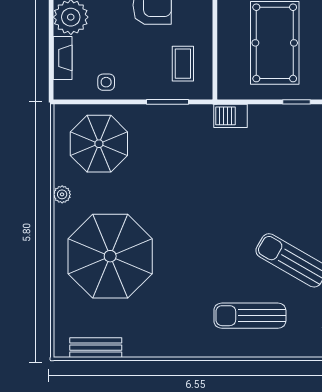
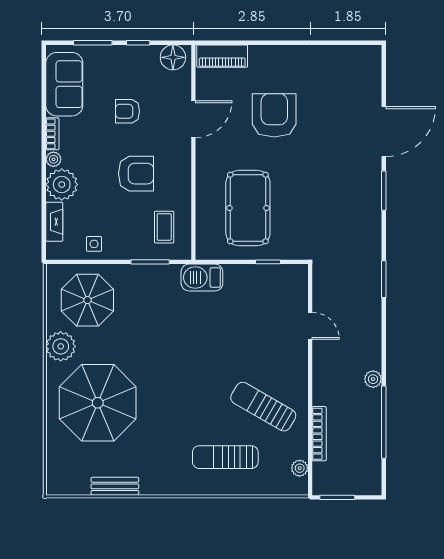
barbecue: (231, 116) -> (202, 277), width x1.38, depth x1.27
plant: (62, 194) -> (61, 346), width x1.87, depth x1.87
bench: (96, 348) -> (115, 486), moved

